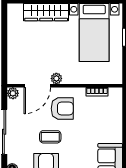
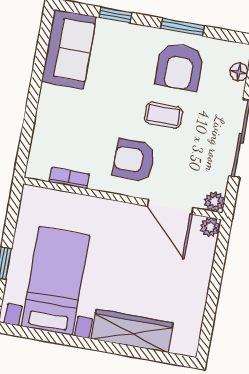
plant: (56, 78) -> (210, 227), moved
door: (37, 86) -> (170, 207), swing flipped

